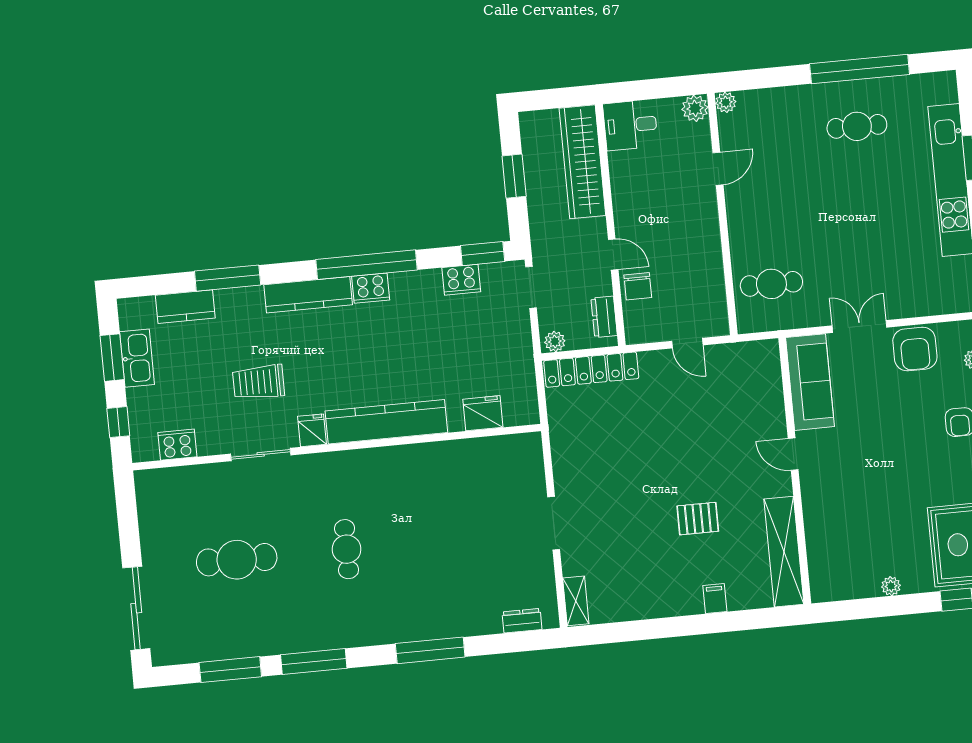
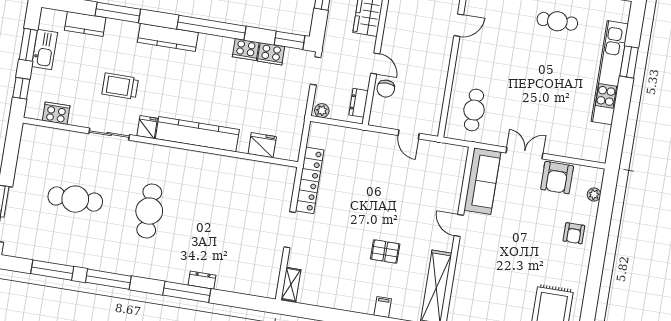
cafe table: (771, 284) -> (474, 110), turned 90
cooker: (371, 288) -> (246, 49), moved
locker: (591, 370) -> (310, 180), moved, turned -90
cafe table: (347, 549) -> (149, 211), width x1.37, depth x1.35
dresser: (522, 621) -> (202, 280), moved

